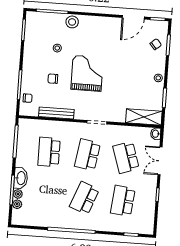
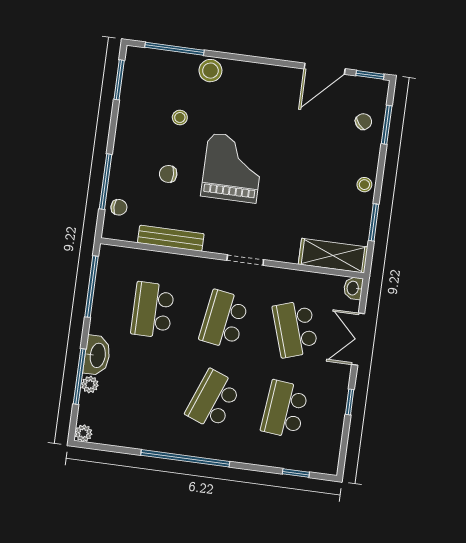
plant: (17, 204) -> (83, 433), moved

